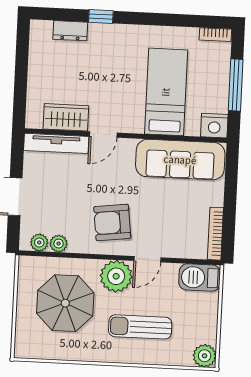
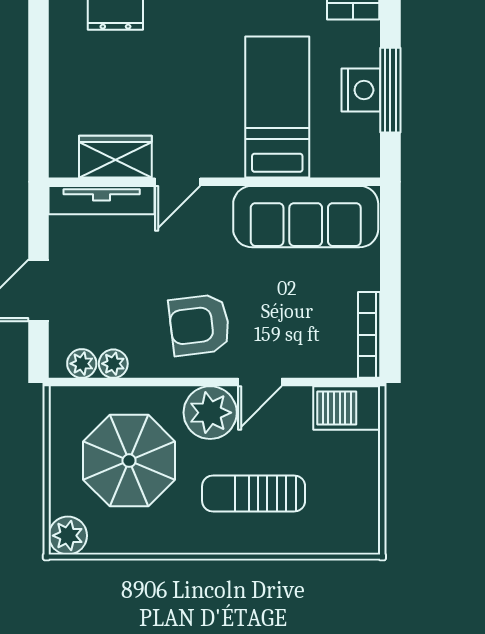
nightstand: (214, 126) -> (361, 90), moved, turned -90
plant: (205, 356) -> (68, 536), moved

